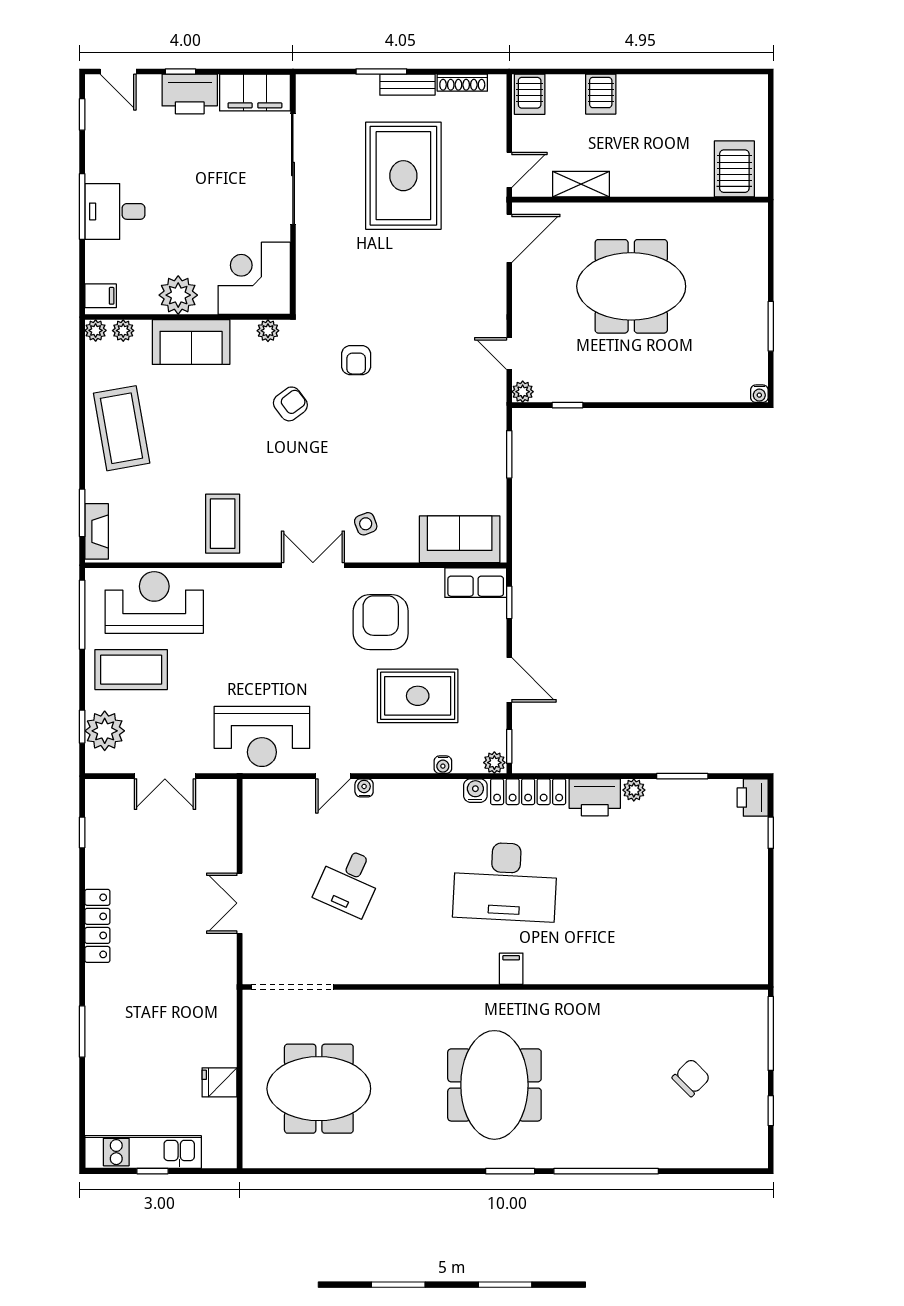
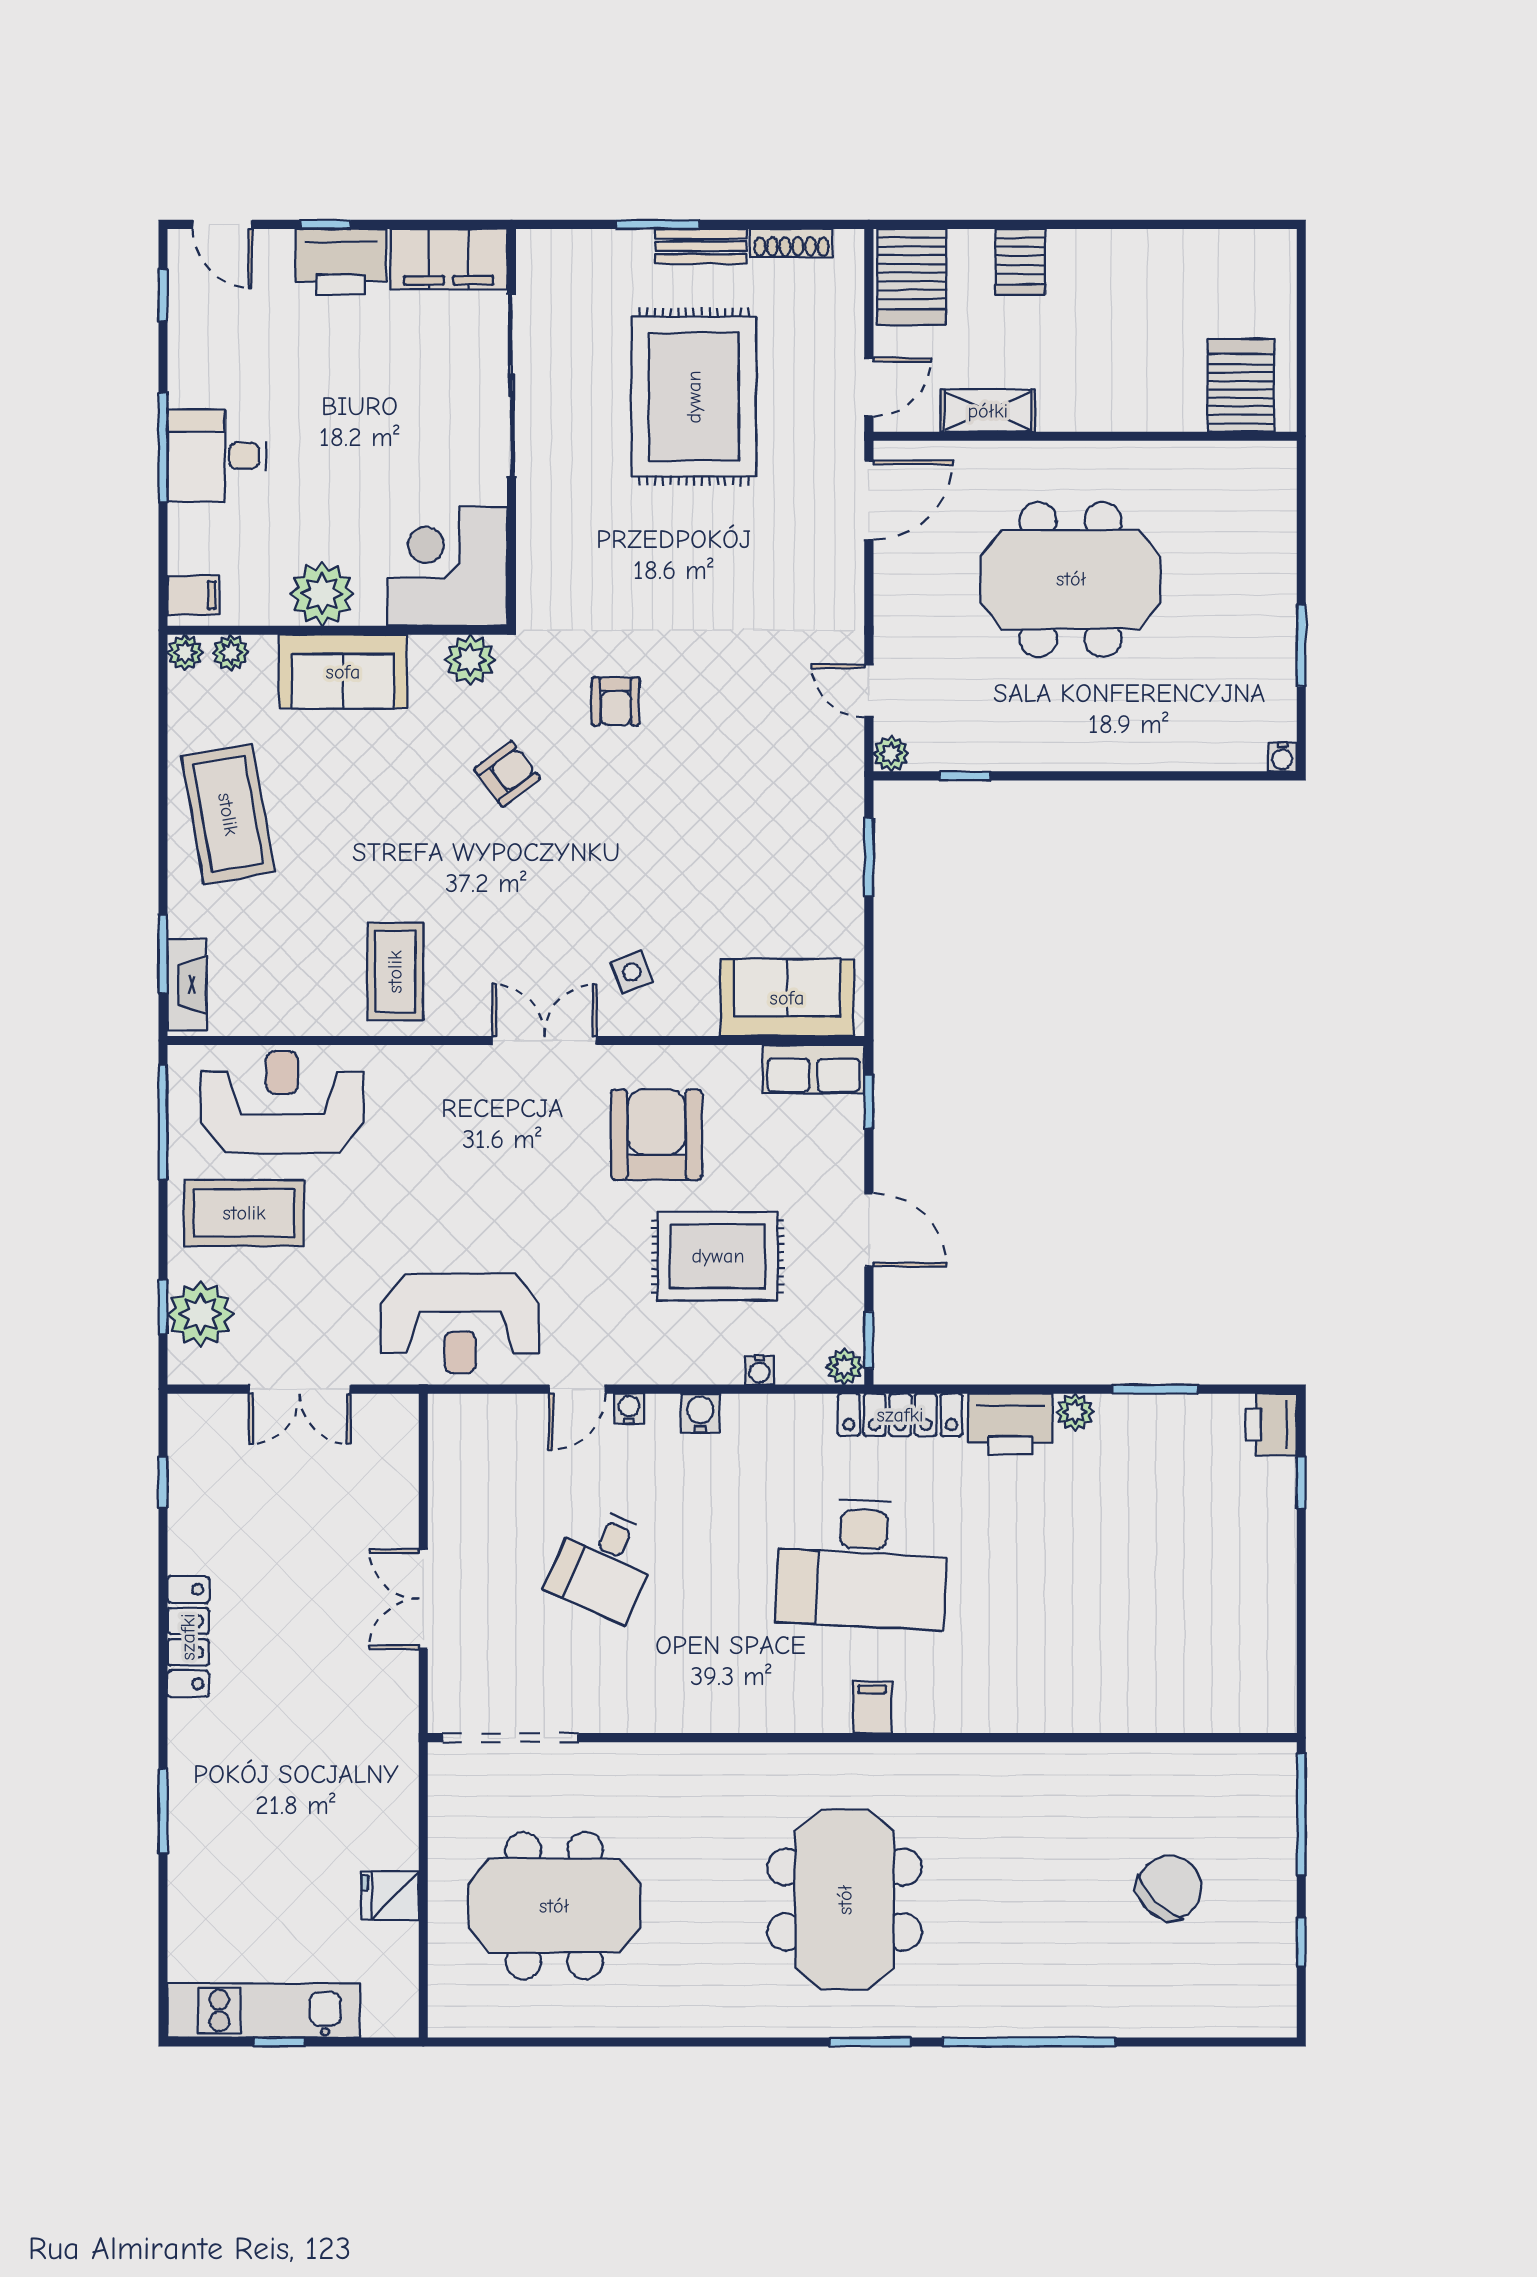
server rack: (530, 94) -> (912, 277), width x1.36, depth x1.44
plant: (268, 331) -> (470, 660), width x1.38, depth x1.38
water cooler: (475, 791) -> (700, 1413), moved
chair: (691, 1078) -> (1170, 1888), width x1.37, depth x1.37

